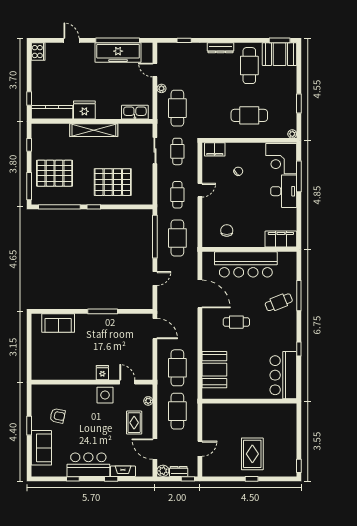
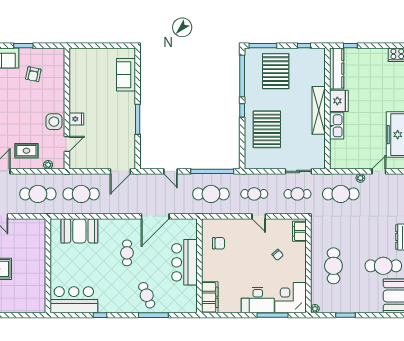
kitchen sink: (135, 112) -> (337, 126), moved
bar counter: (246, 264) -> (184, 262), width x0.73

